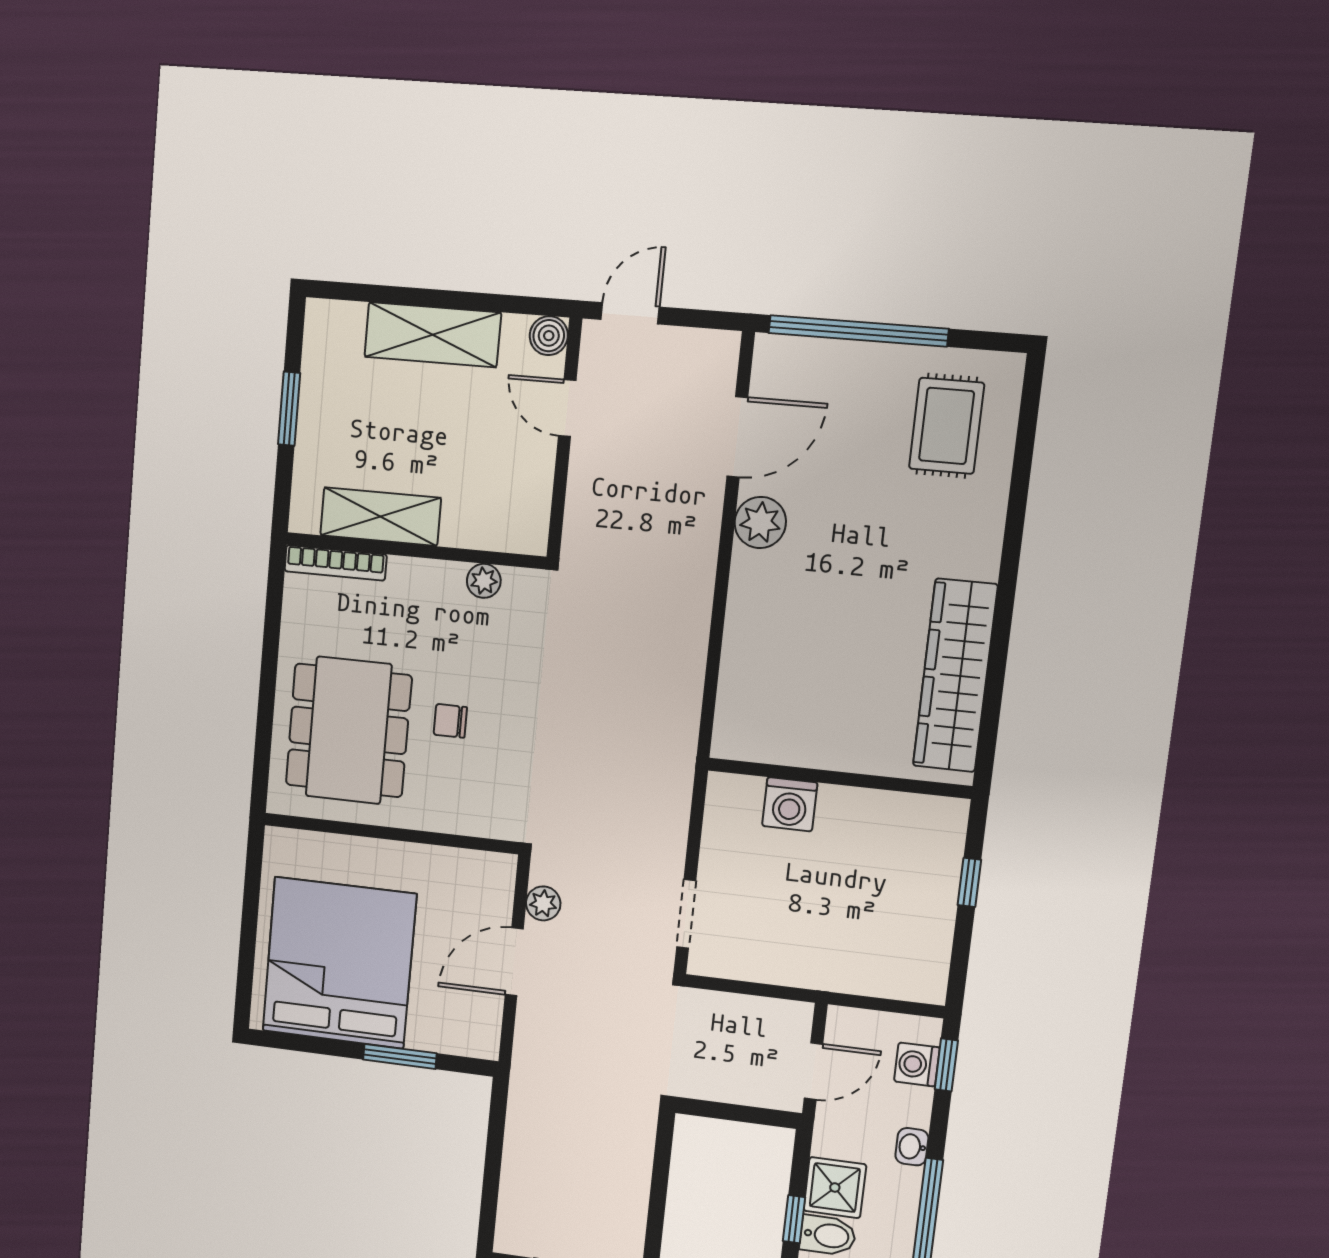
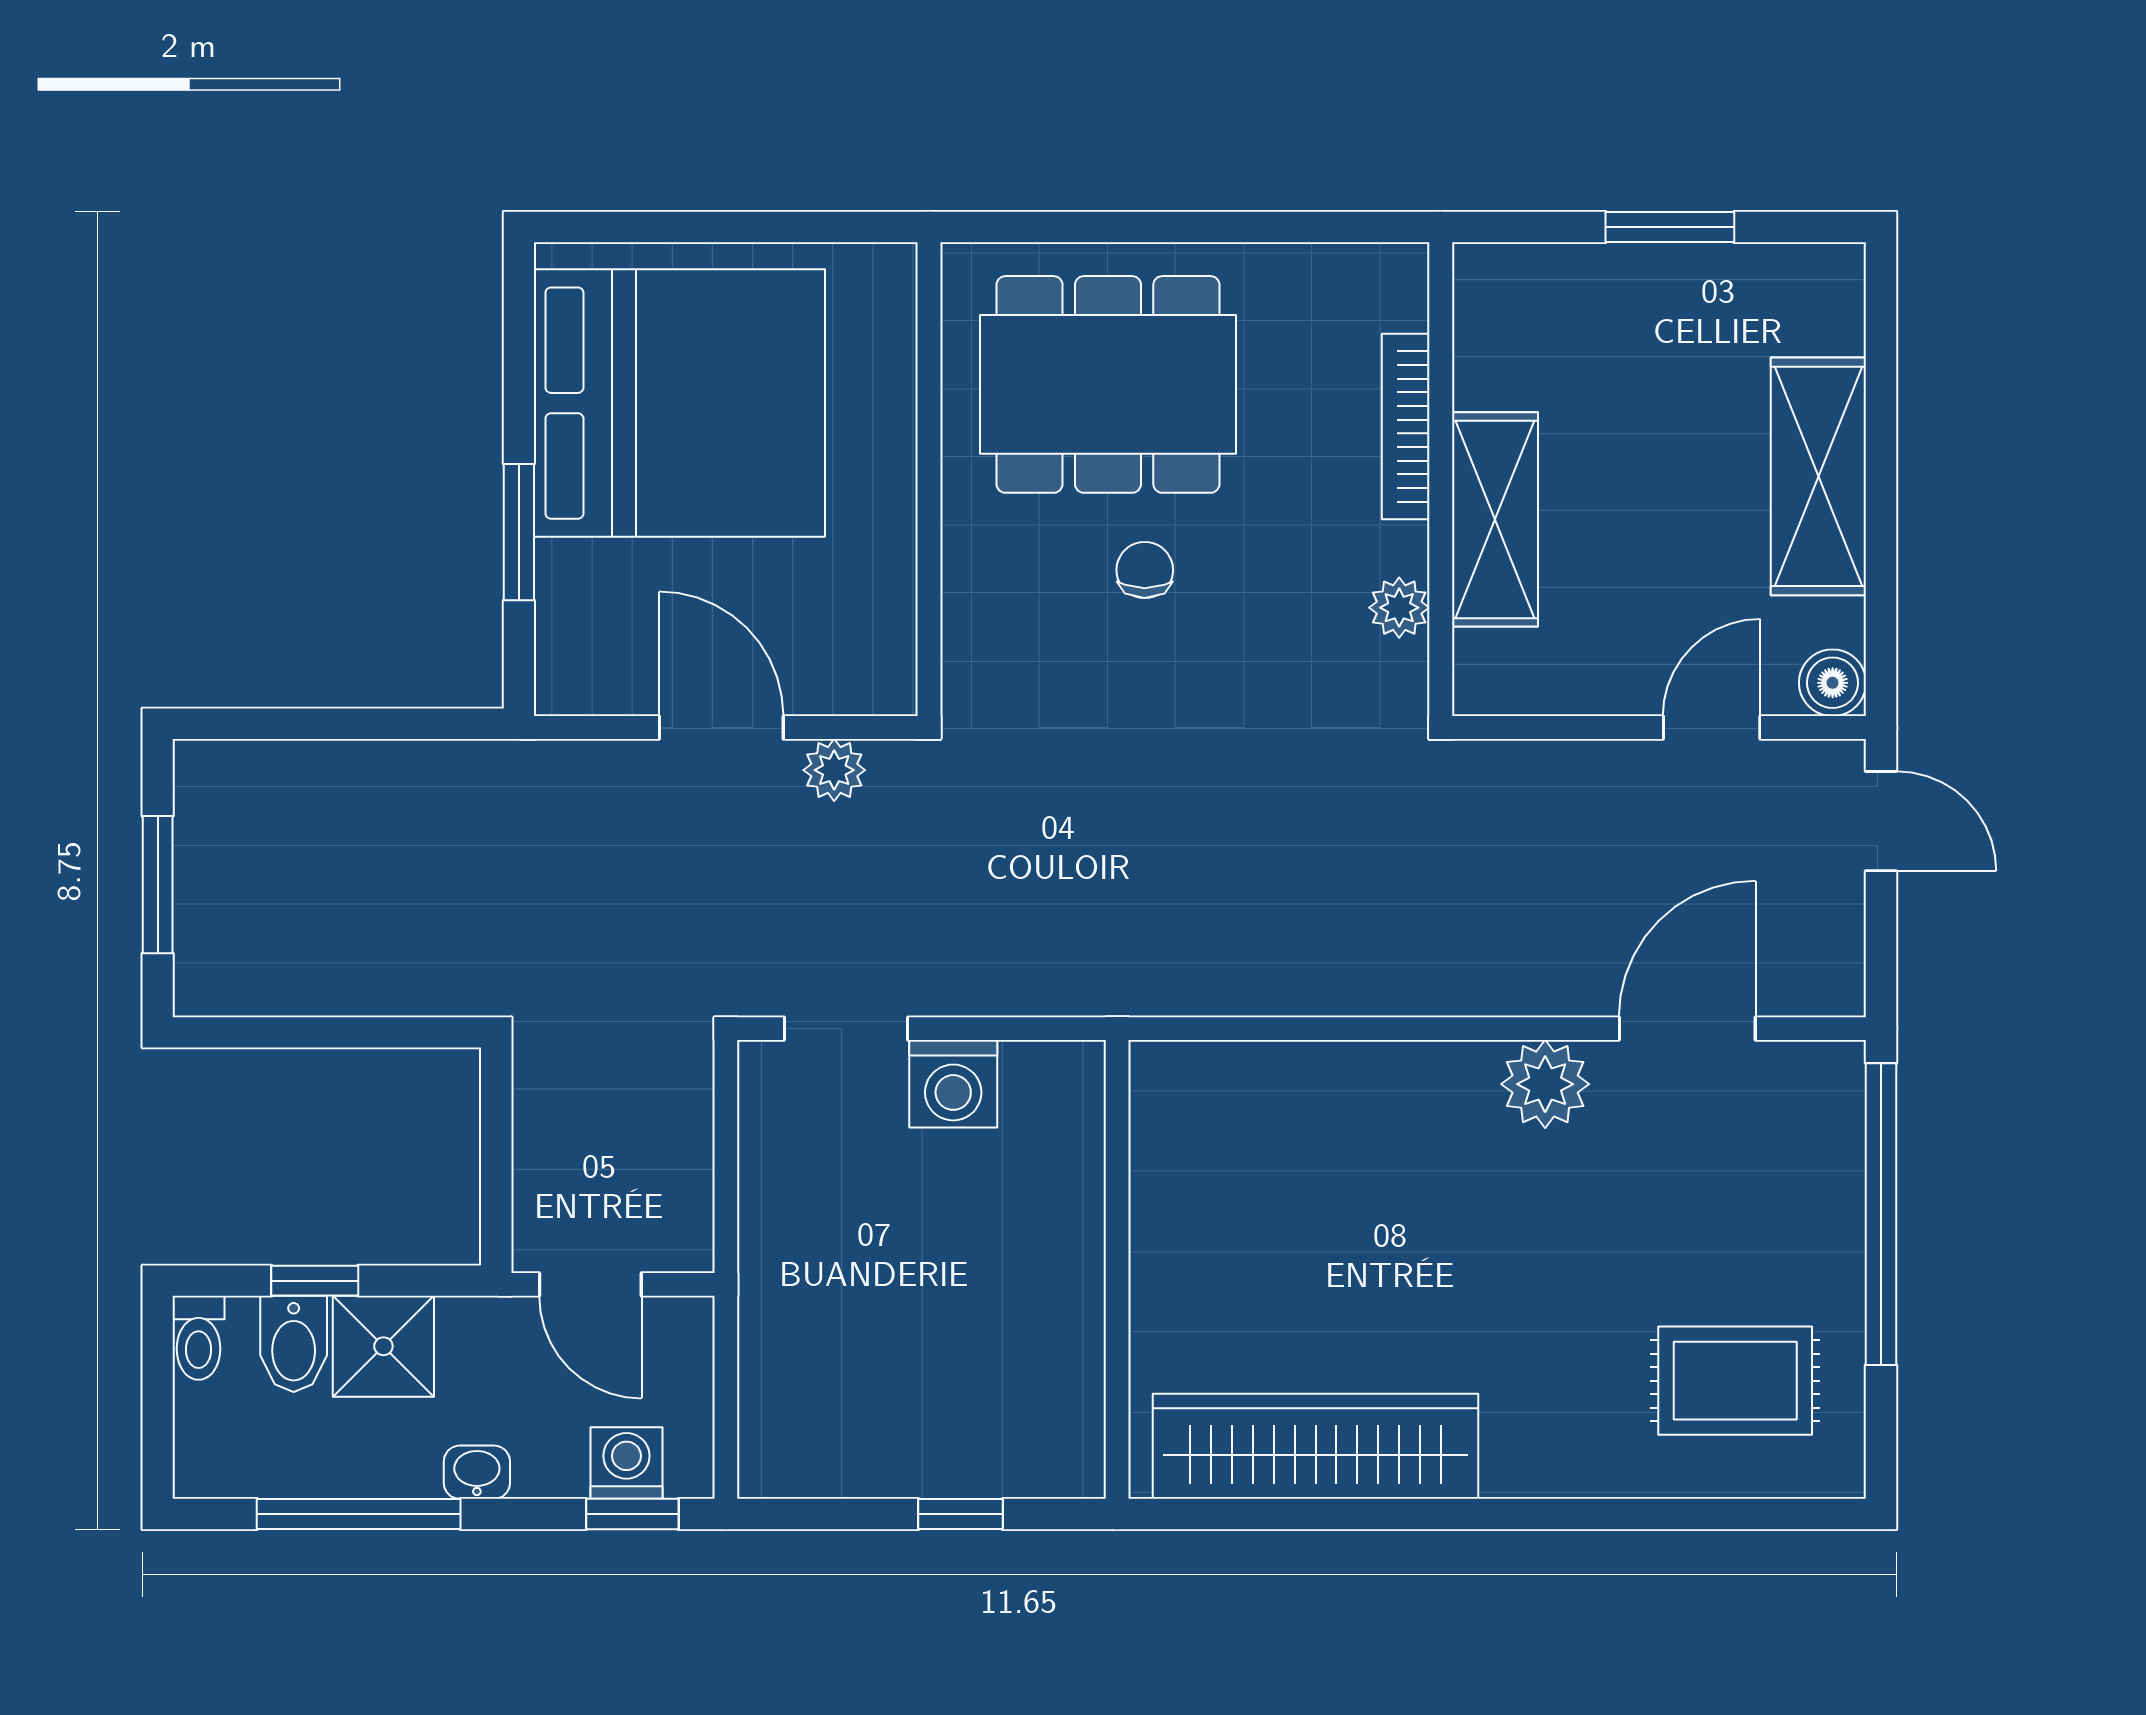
door: (737, 437) -> (1687, 1029), swing flipped
shelving: (381, 517) -> (1495, 519), moved
bookcase: (336, 563) -> (1406, 426), moved
washing machine: (790, 804) -> (953, 1084), moved, turned -90

